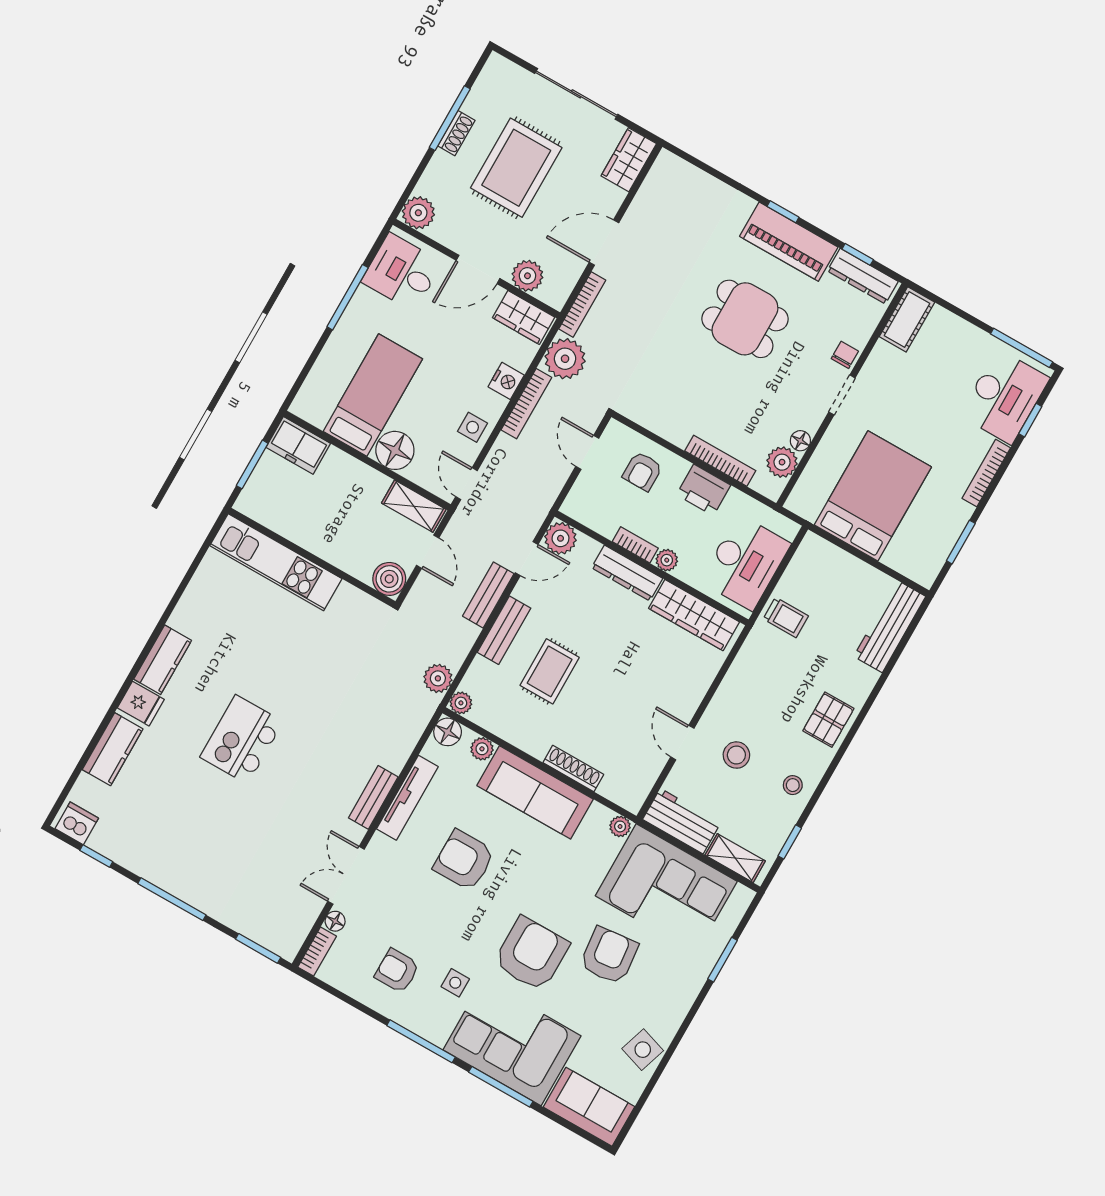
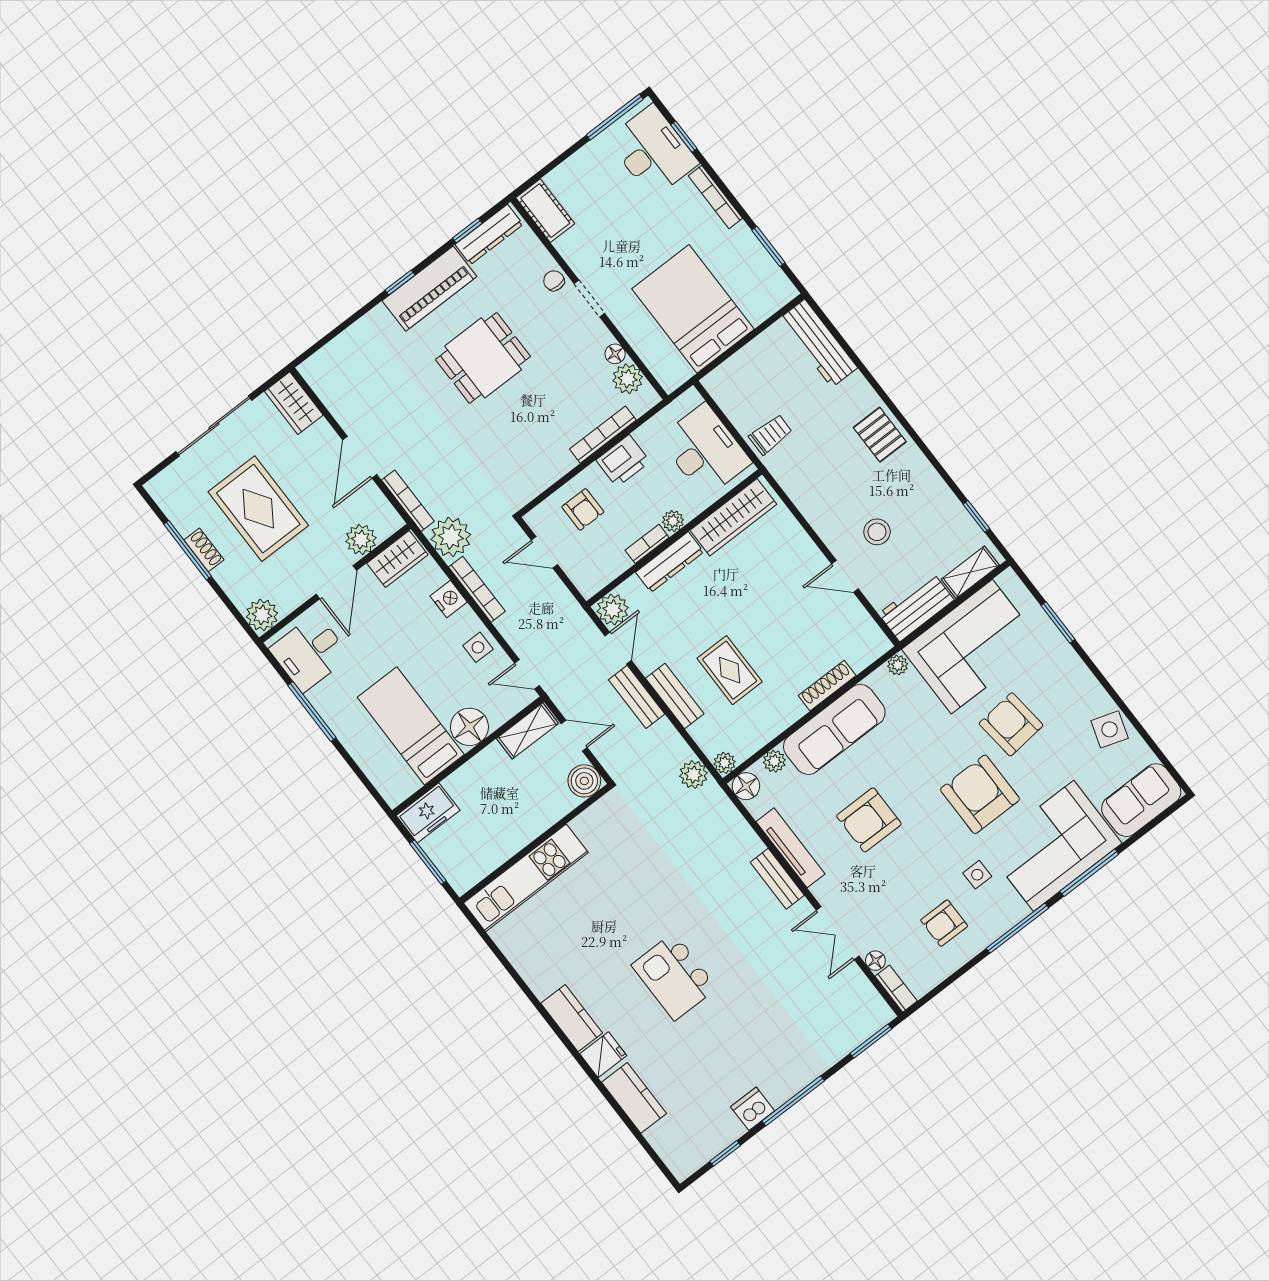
stool: (793, 785) -> (926, 492), removed
dishwasher: (77, 823) -> (753, 1109), moved

